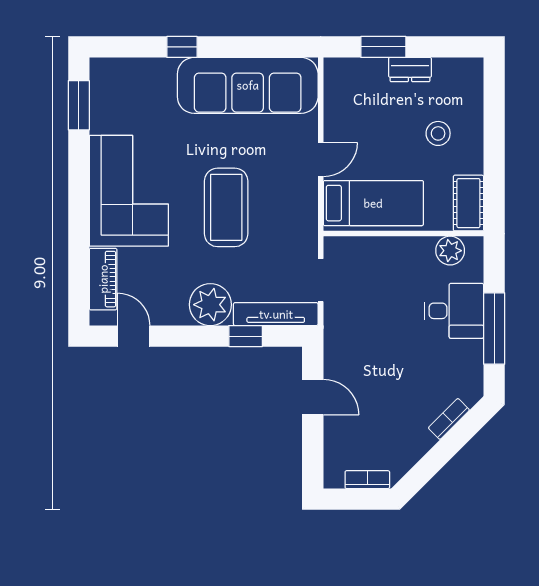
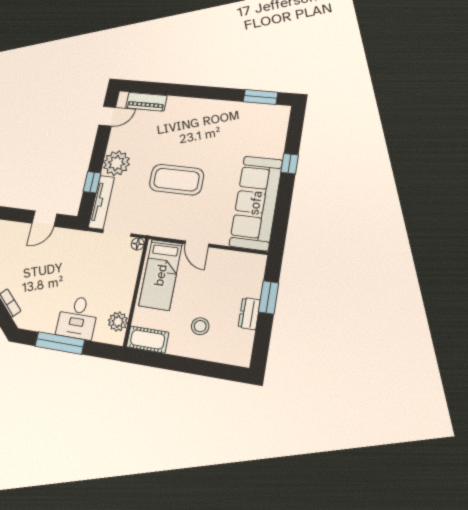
corner sofa: (129, 191) -> (199, 122), removed
floor lamp: (333, 246) -> (138, 244), added

